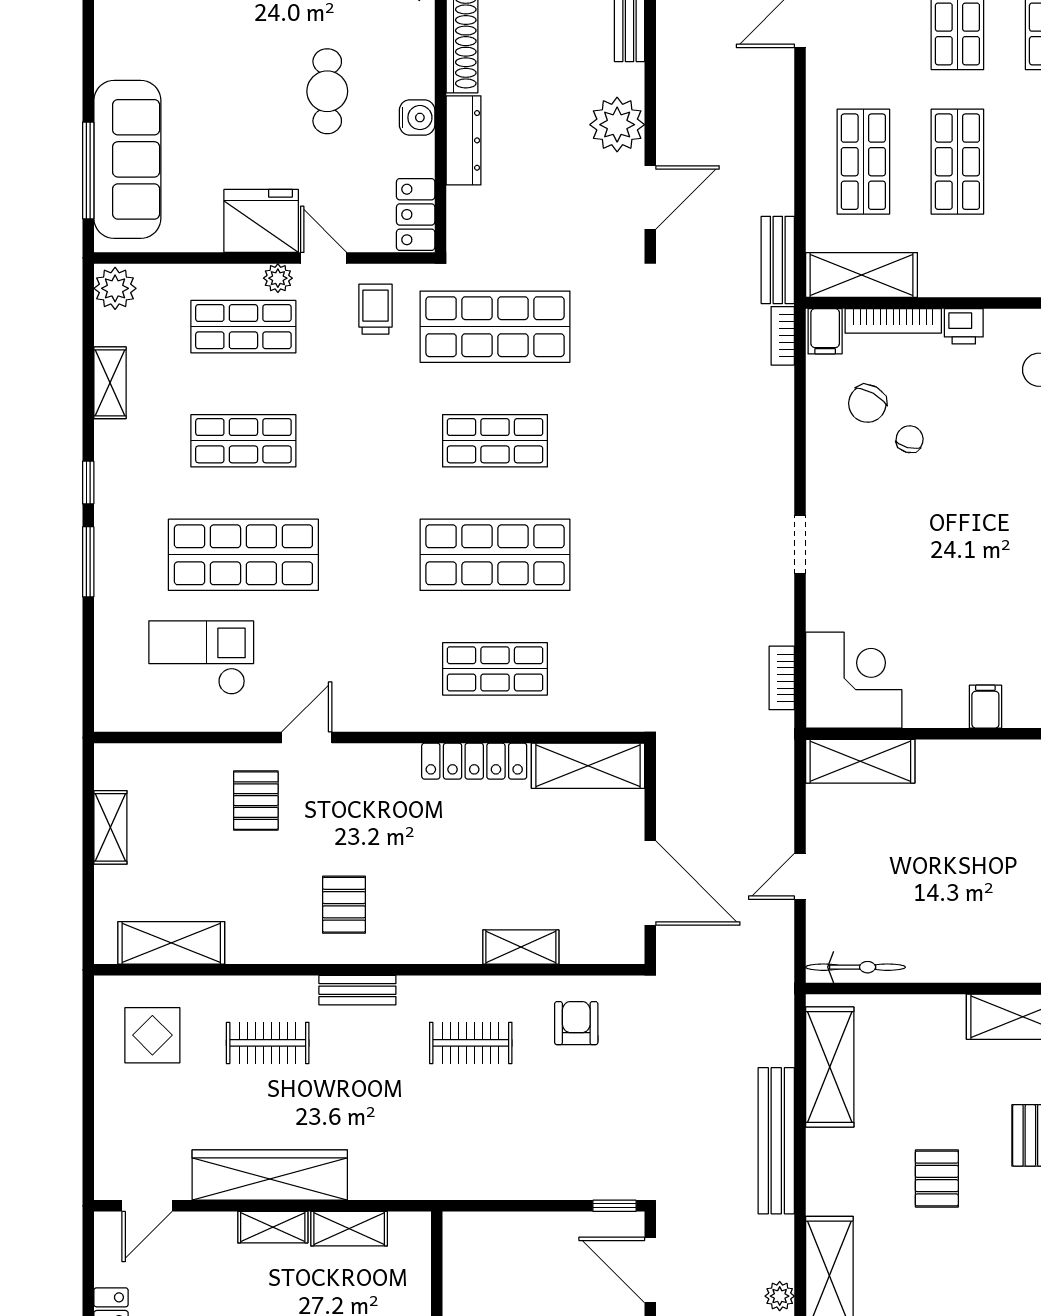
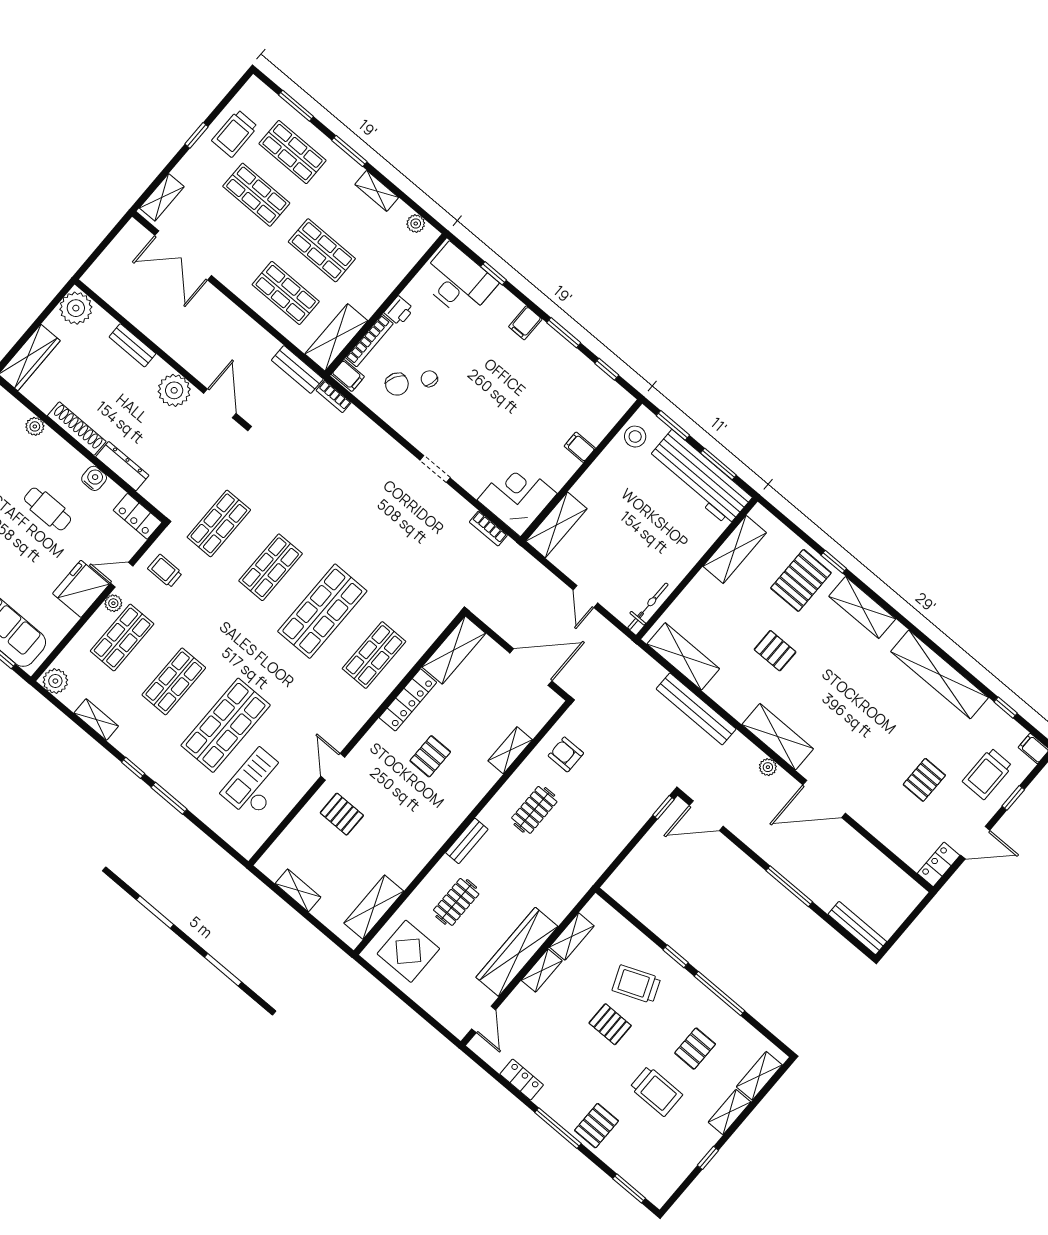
shop shelf: (495, 327) -> (219, 523), width x0.70, depth x0.74
pallet: (344, 905) -> (430, 756), moved, turned 90
display table: (152, 1035) -> (408, 951), width x1.36, depth x1.36

